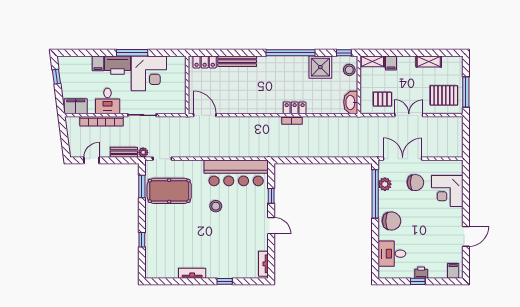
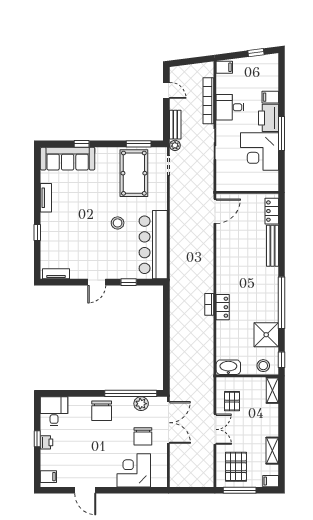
filing cabinet: (391, 63) -> (271, 481), moved
filing cabinet: (76, 106) -> (224, 67), width x0.50
sofa: (156, 253) -> (68, 159), added
desk: (392, 254) -> (54, 411), moved

